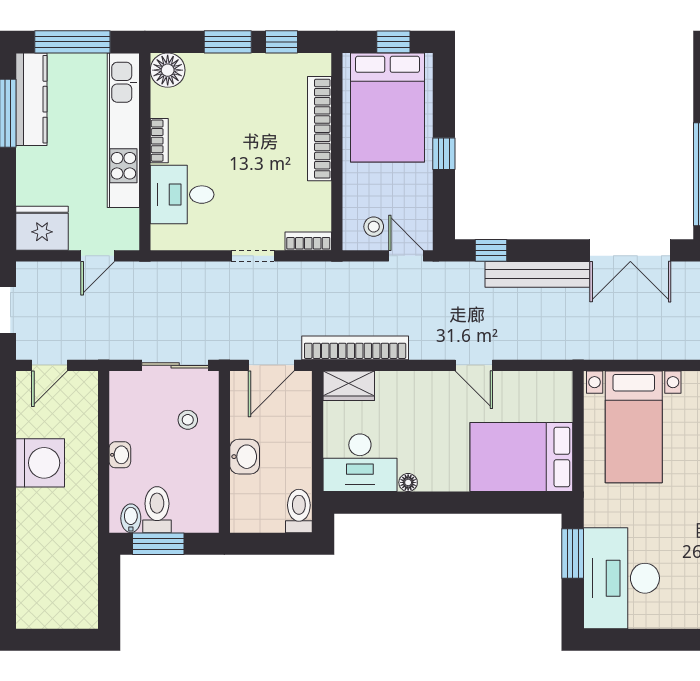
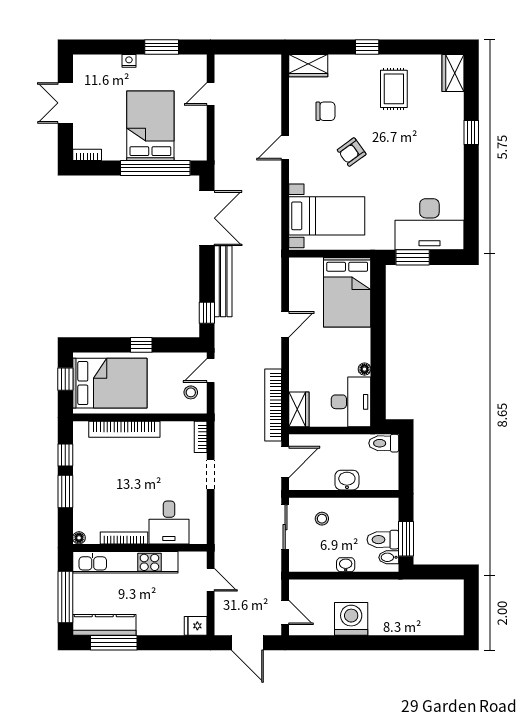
floor lamp: (168, 70) -> (79, 538), width x0.53, depth x0.53
bookcase: (159, 141) -> (124, 538), width x1.56
fridge: (42, 228) -> (196, 626), width x0.53, depth x0.75
door: (271, 365) -> (285, 462), hinge flipped

